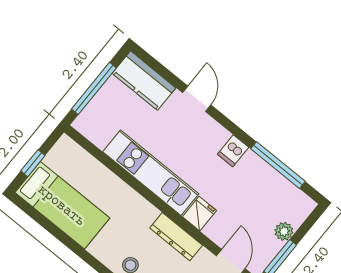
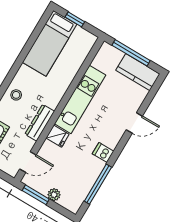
kitchen counter: (144, 81) -> (138, 72), moved, turned -90

